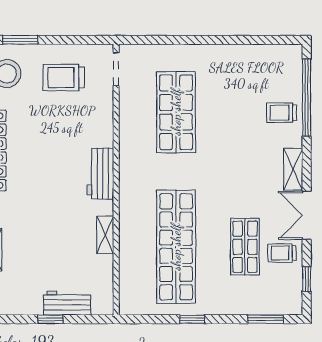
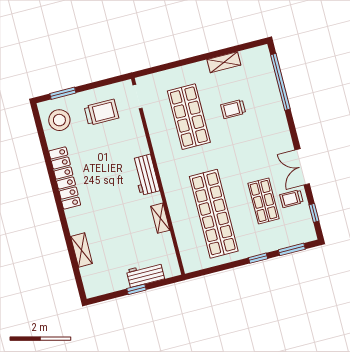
trolley: (64, 78) -> (101, 112), turned 180
trolley: (282, 113) -> (233, 109), moved
shelving: (293, 169) -> (224, 62), moved, turned 90
window: (192, 319) -> (258, 258), moved

